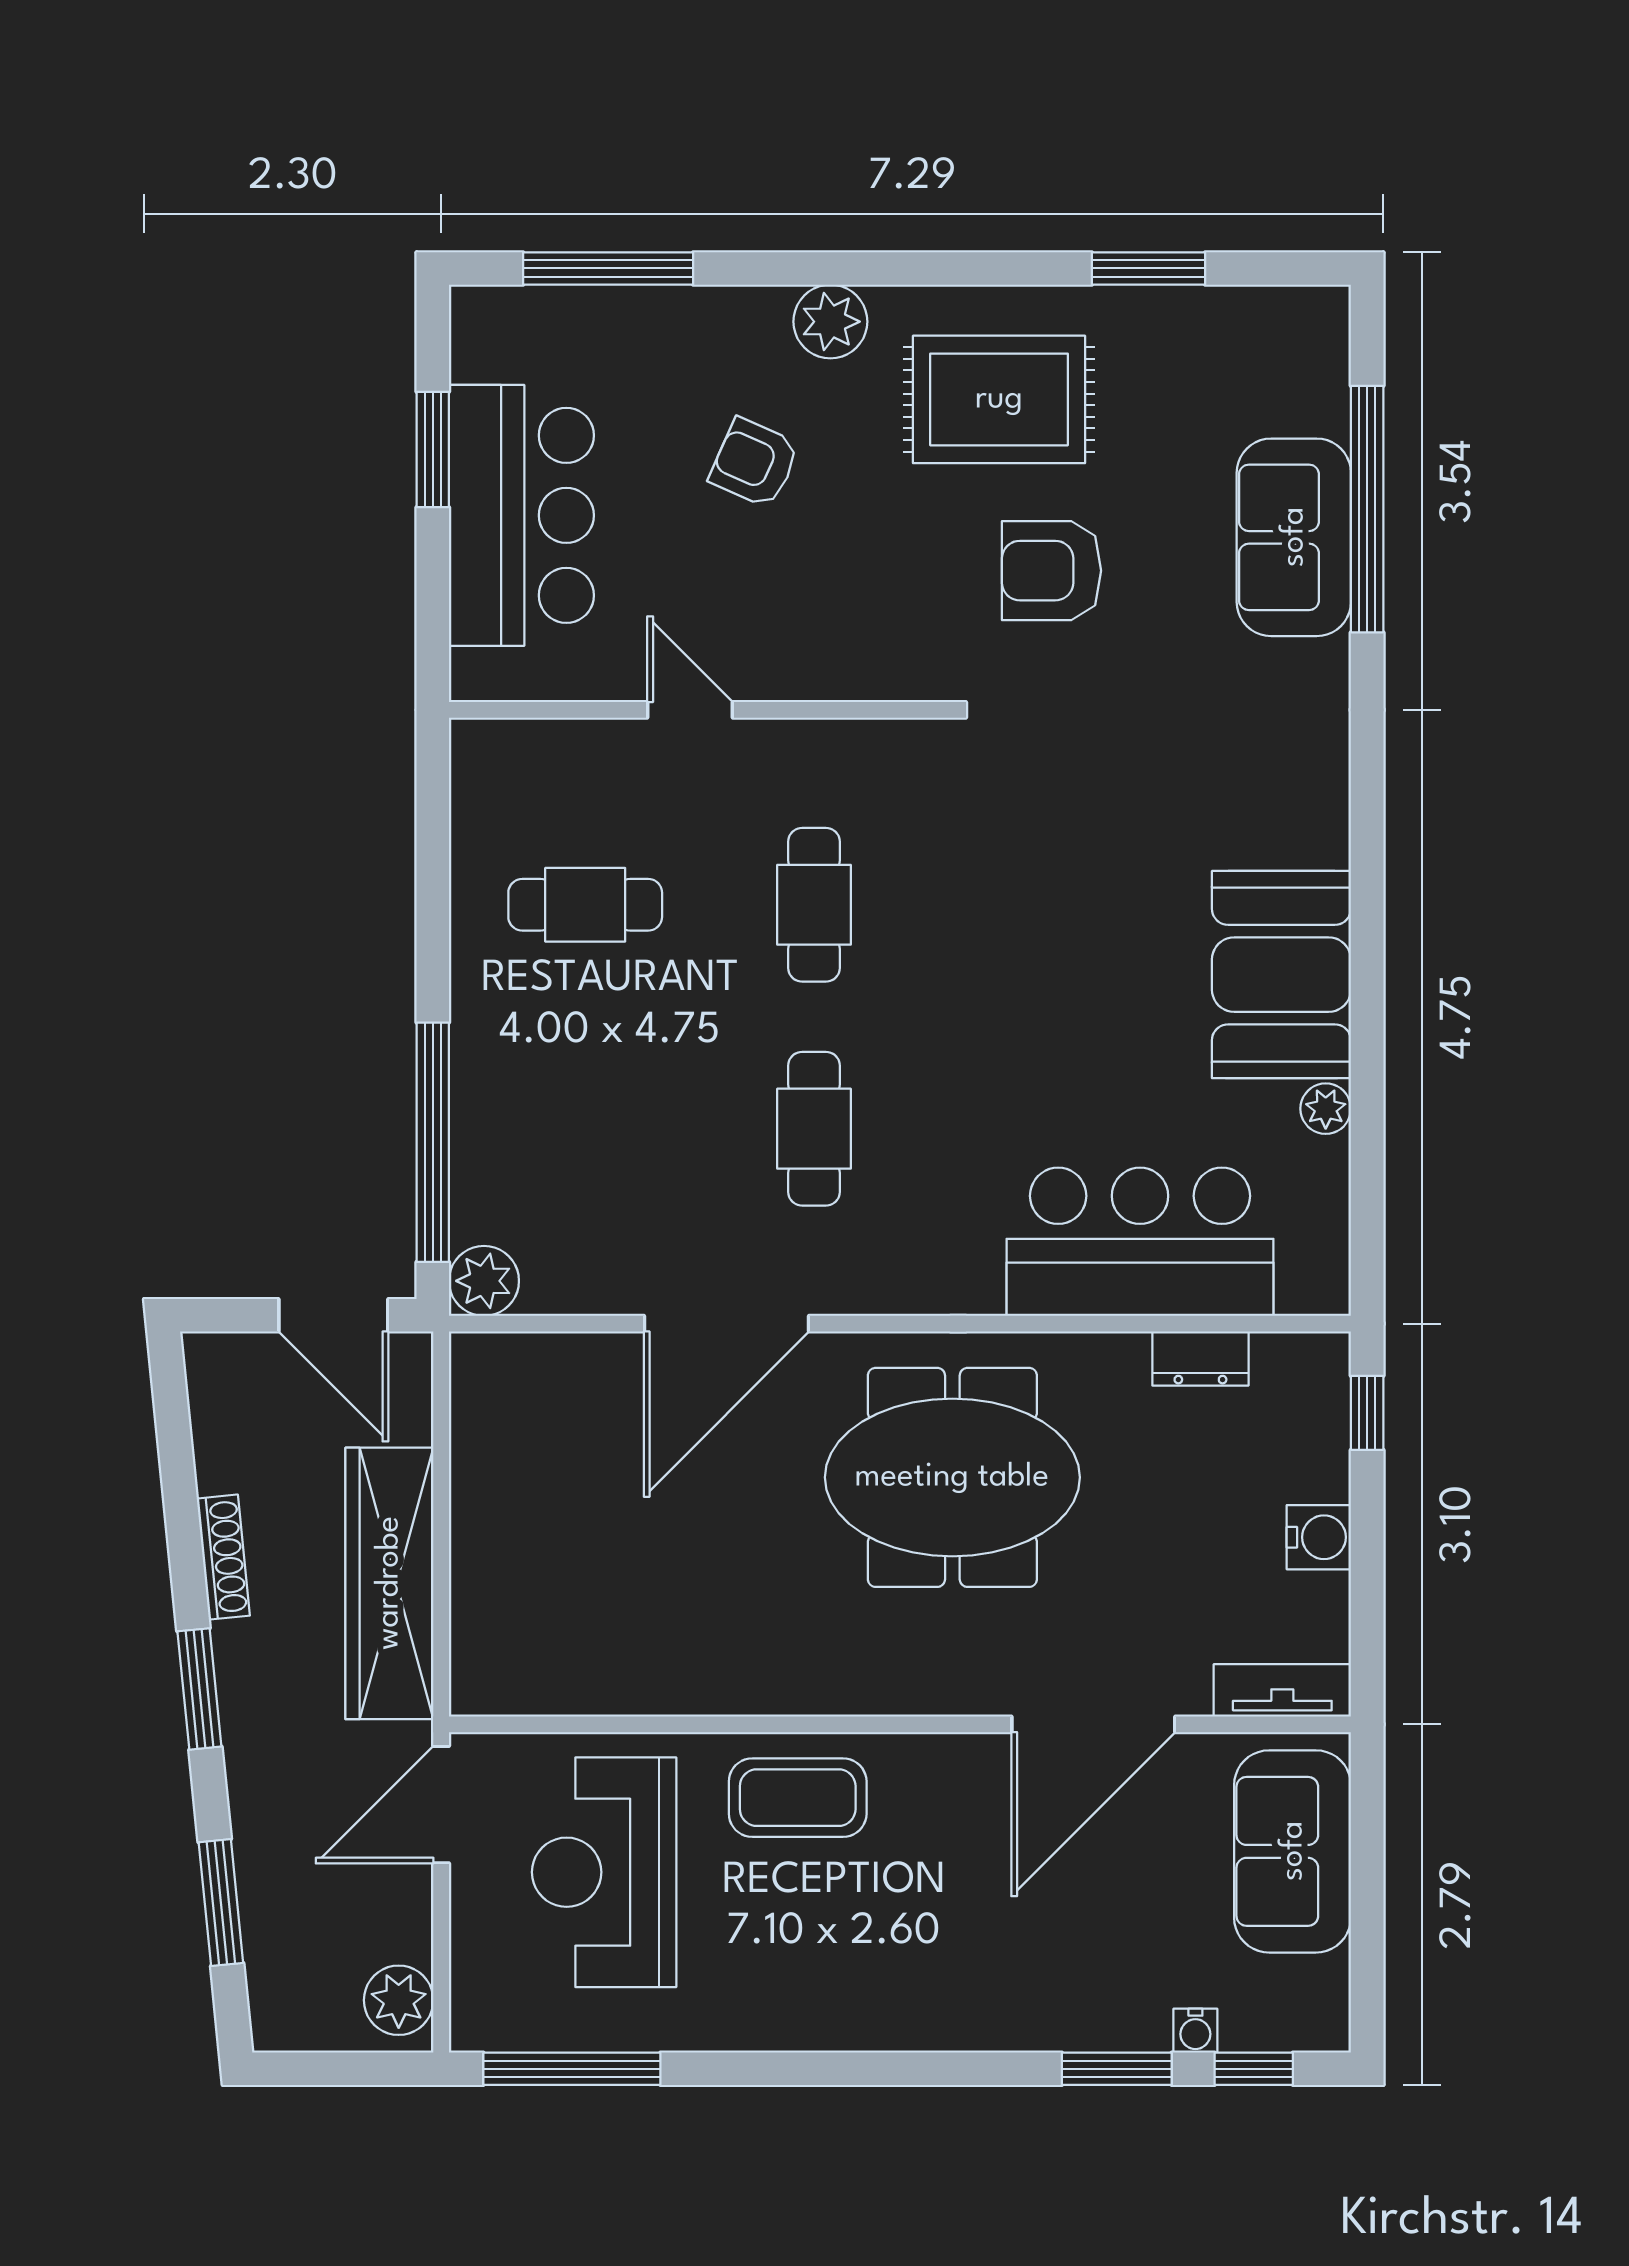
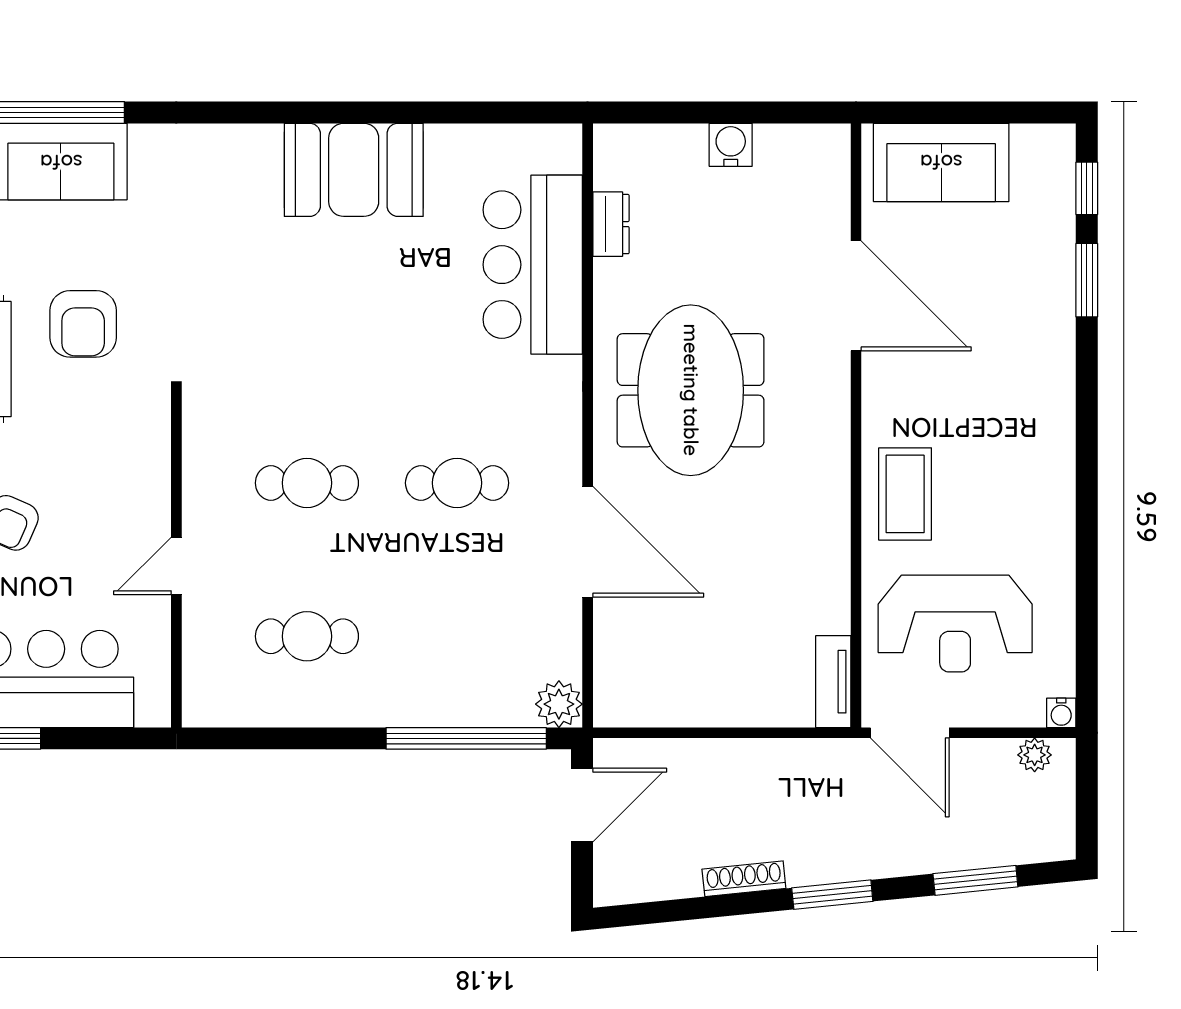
cafe table: (585, 905) -> (307, 636), turned 90
plant: (1326, 1109) -> (444, 140), removed
window: (1367, 1413) -> (647, 112), removed
wardrobe: (389, 1583) -> (762, 767), removed
tv unit: (1282, 1690) -> (833, 682), moved
plant: (399, 2000) -> (1035, 755), width x0.73, depth x0.73
water cooler: (1195, 2031) -> (1061, 713), moved, turned 90
window: (572, 2069) -> (1087, 645), removed

